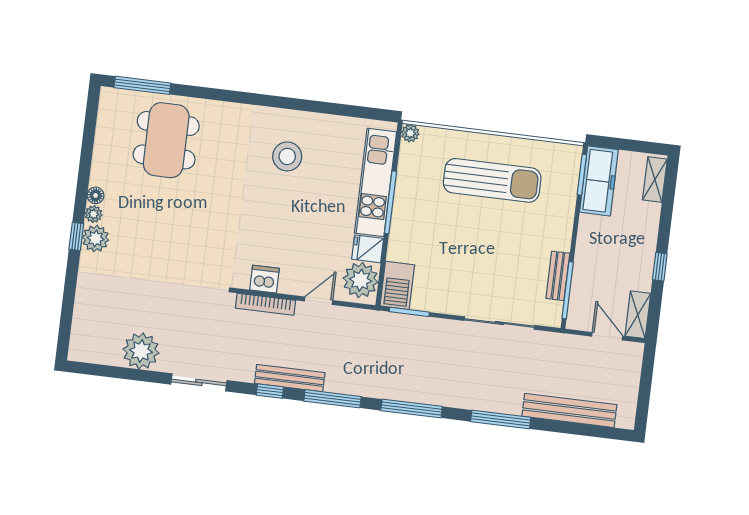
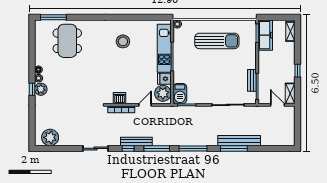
plant: (141, 351) -> (50, 137), moved
bench: (569, 410) -> (239, 141), moved

